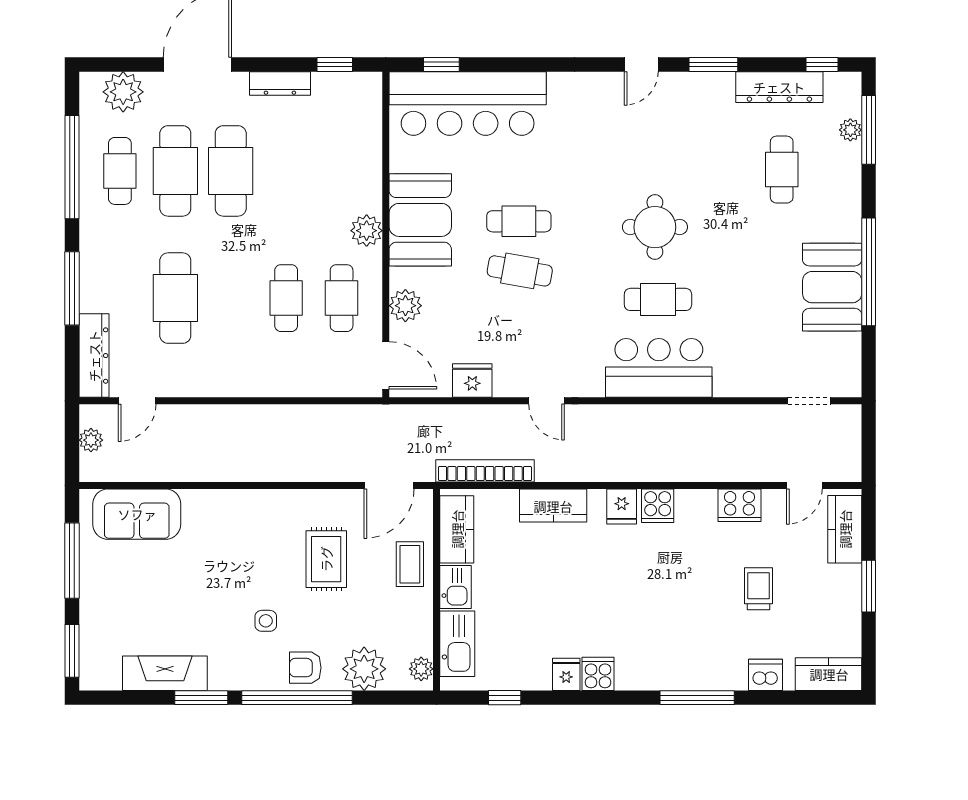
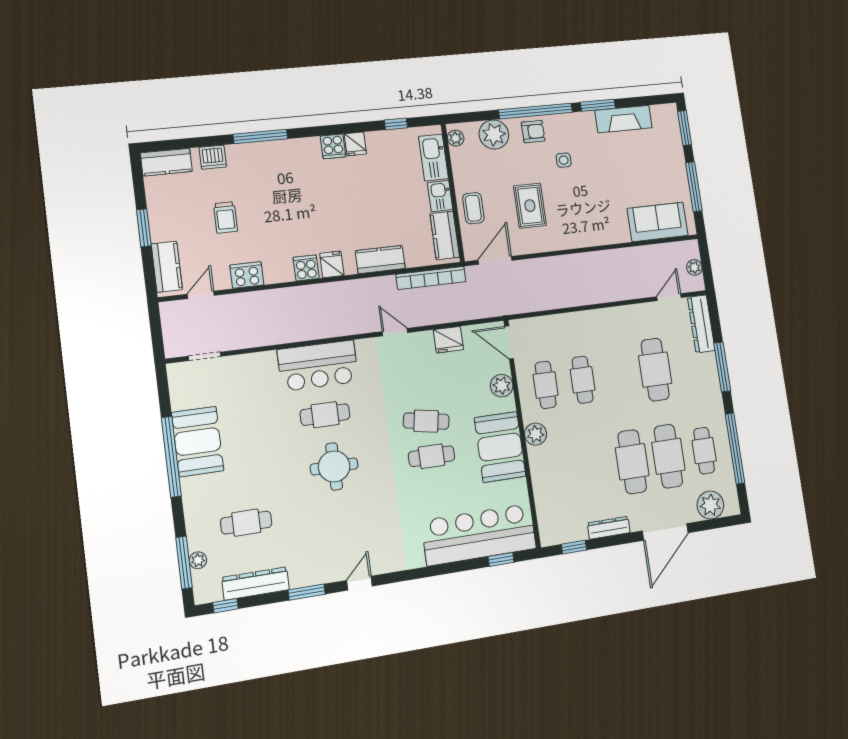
cafe table: (782, 170) -> (246, 523), turned 90

